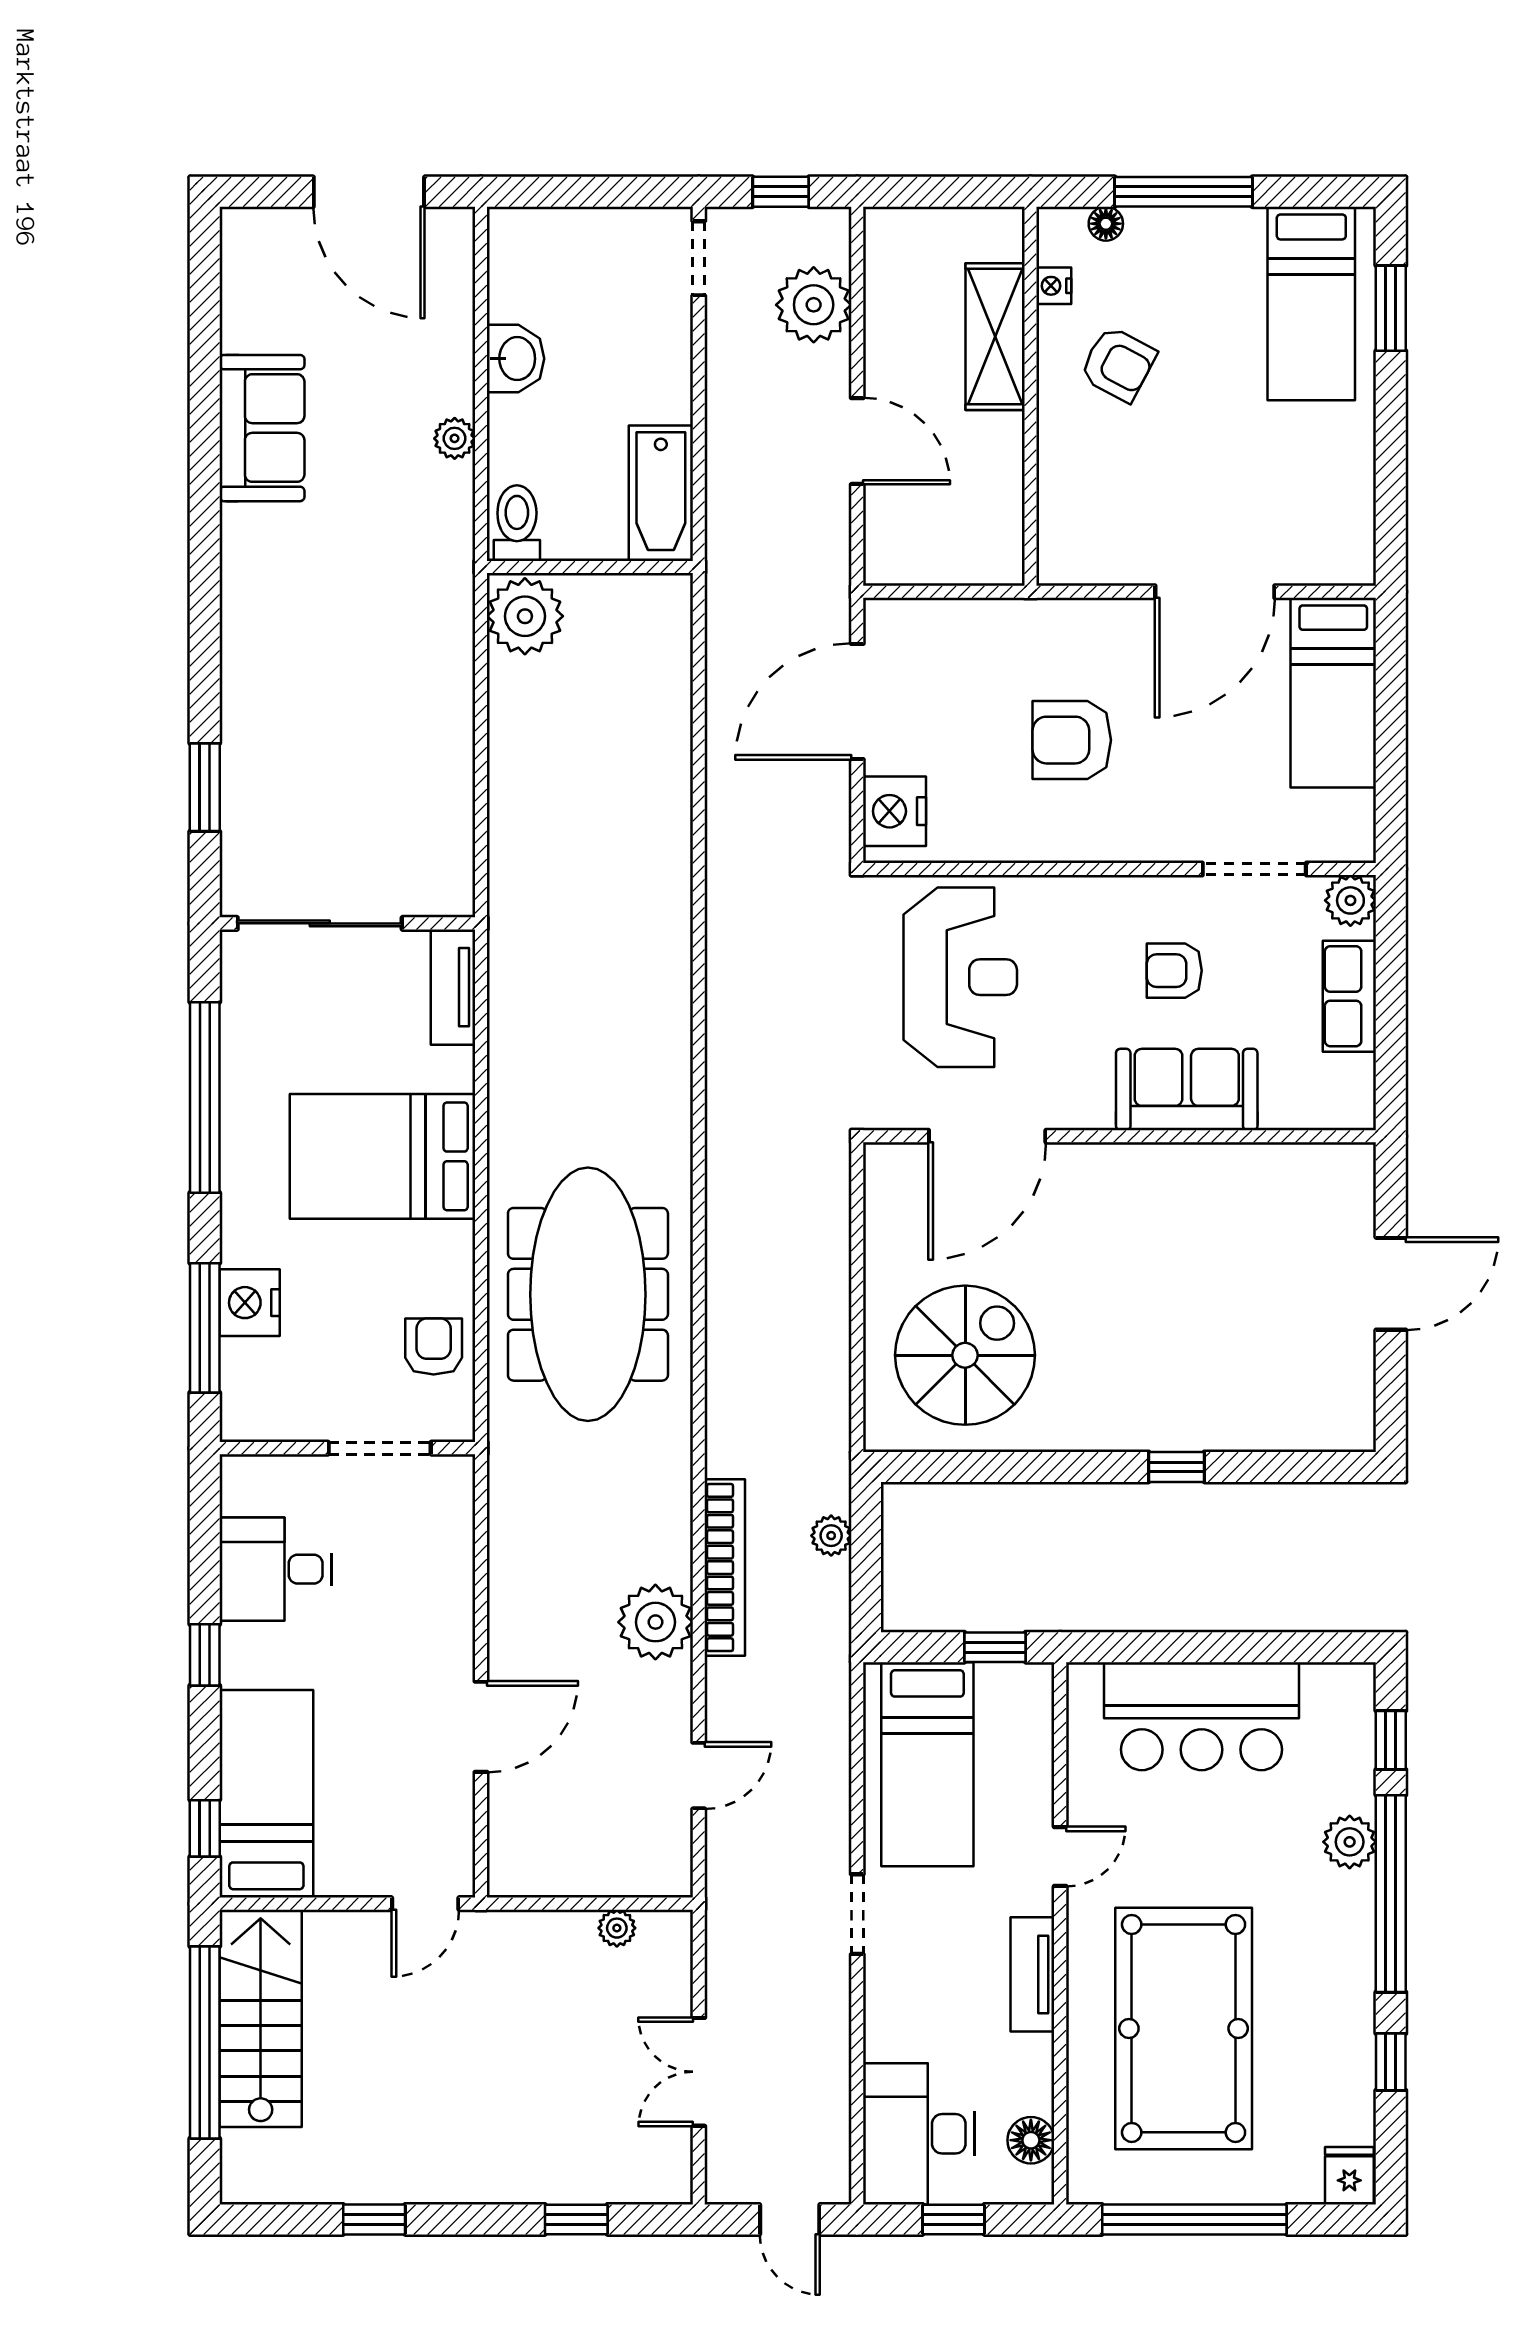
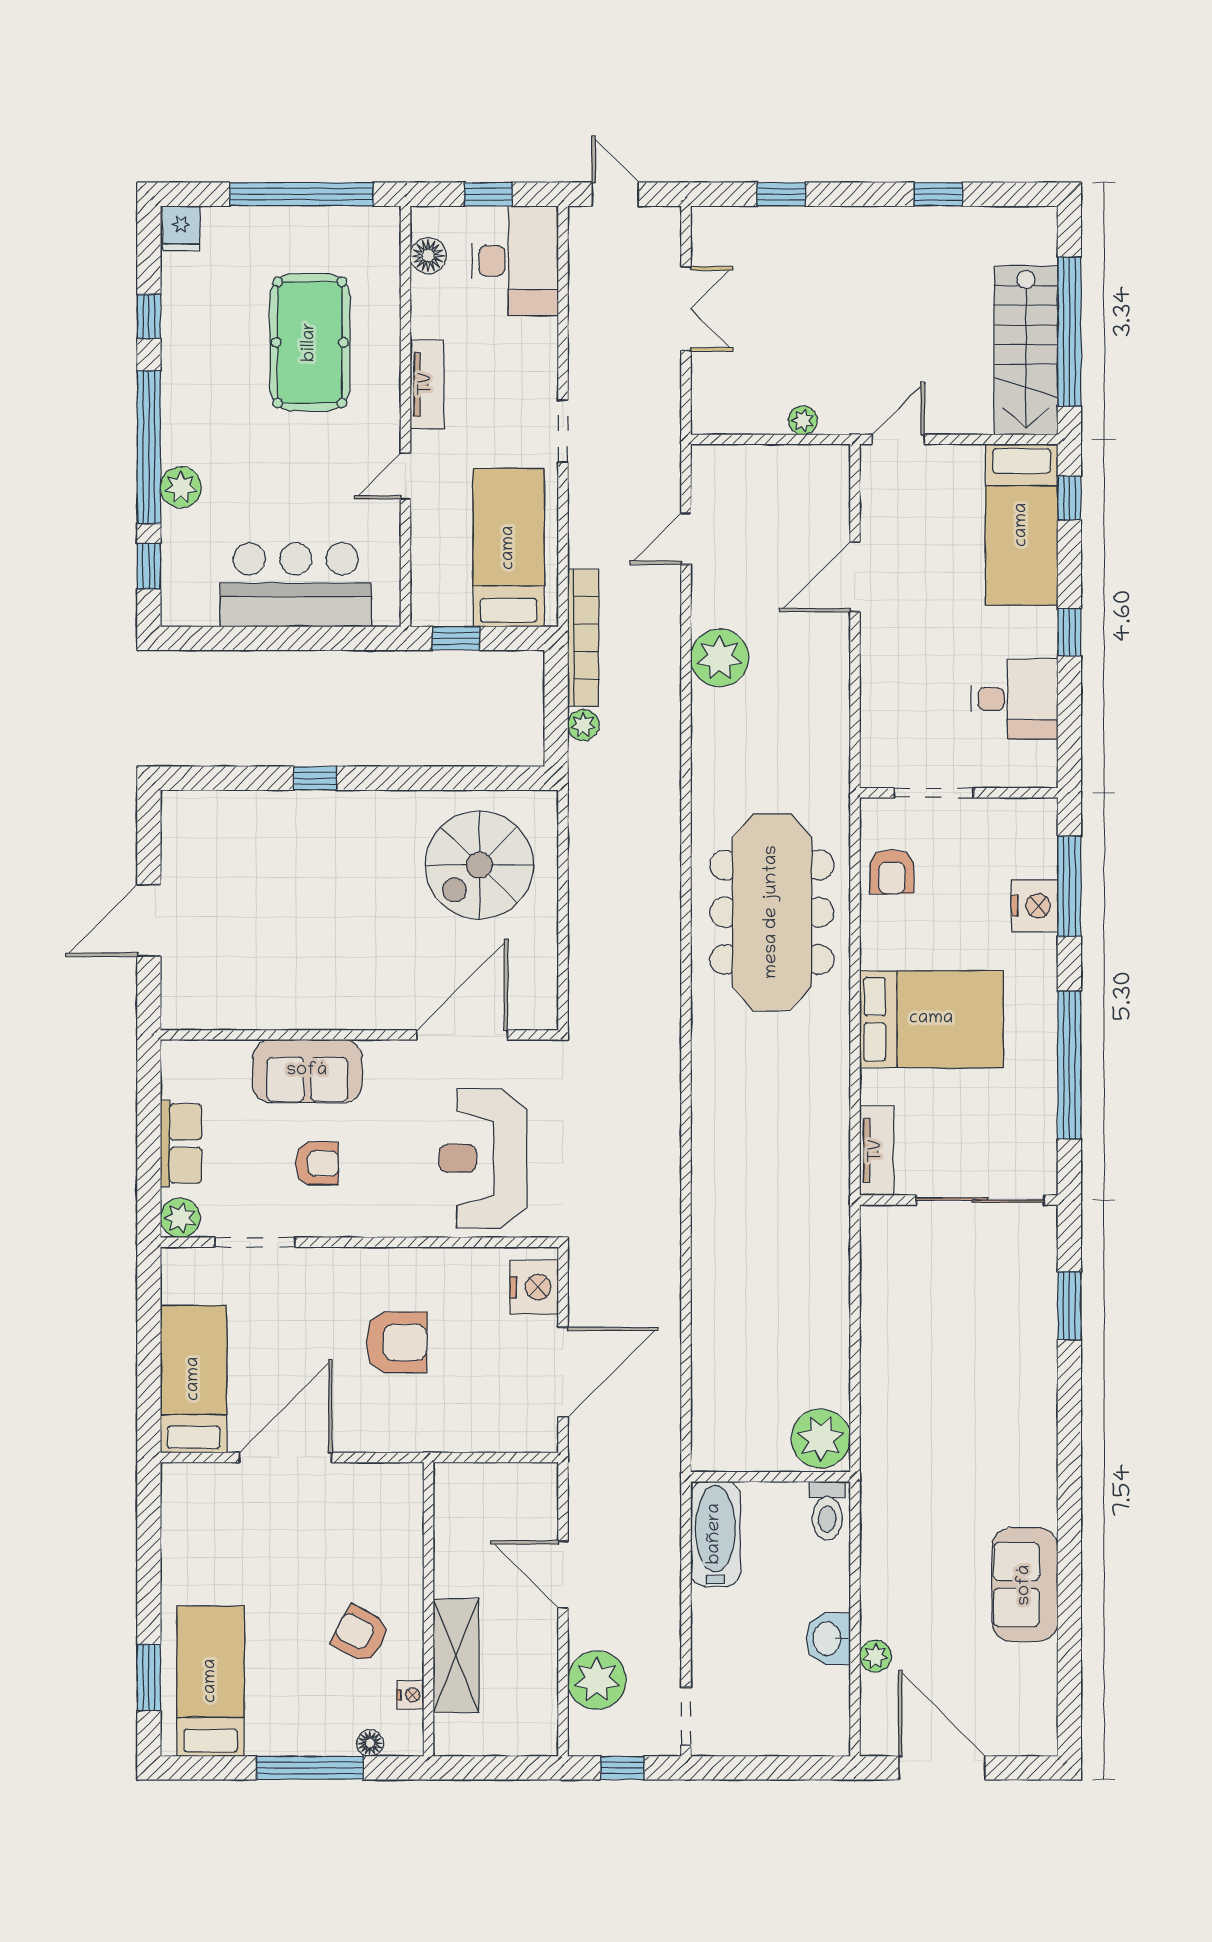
plant: (455, 438) -> (876, 1656), moved
bookcase: (725, 1568) -> (583, 638), moved, turned 180
plant: (617, 1928) -> (803, 420), moved
pool table: (1184, 2028) -> (310, 342), width x0.73, depth x0.76

